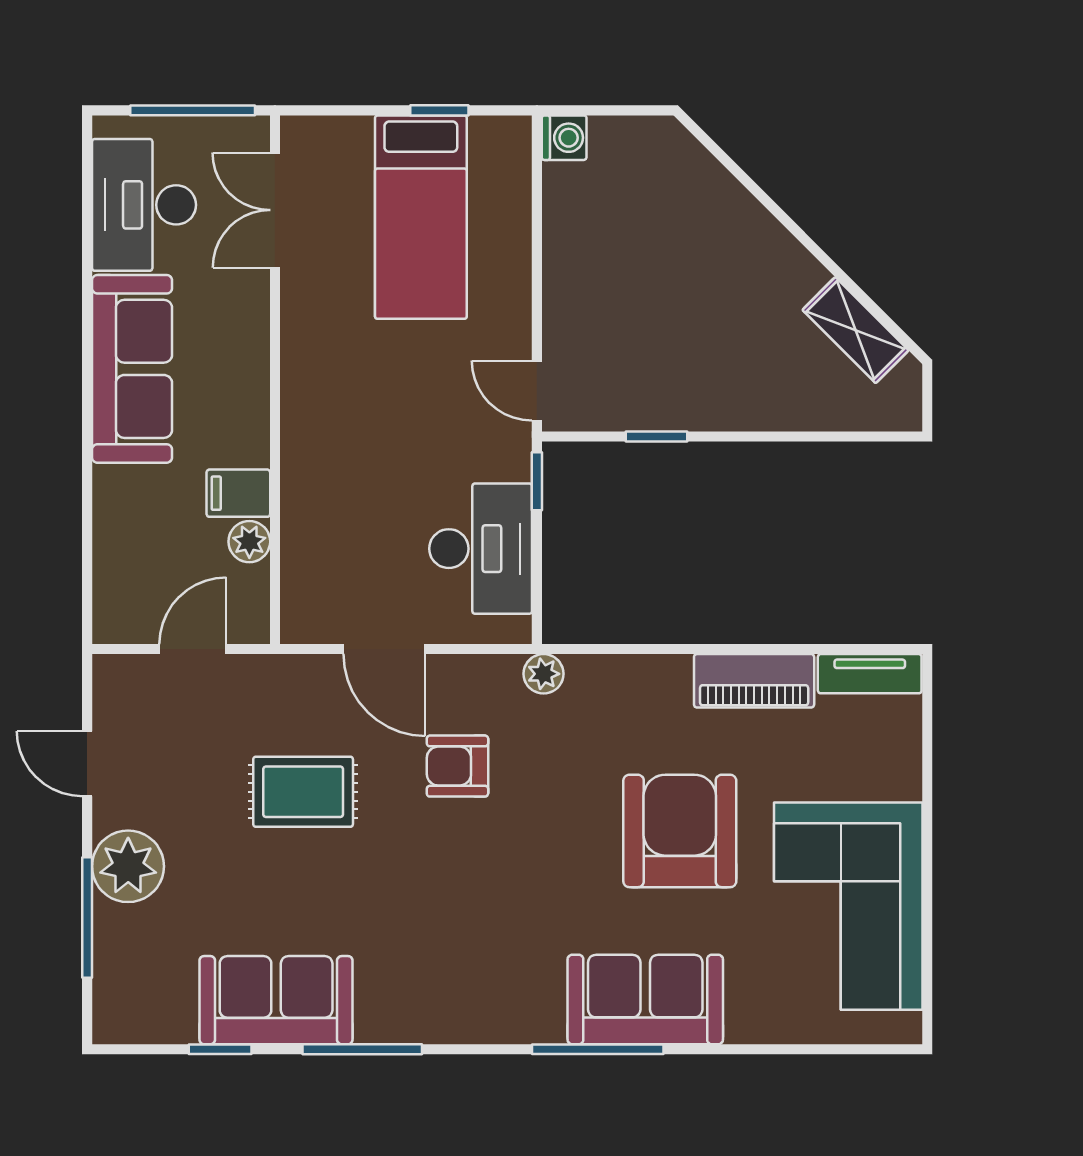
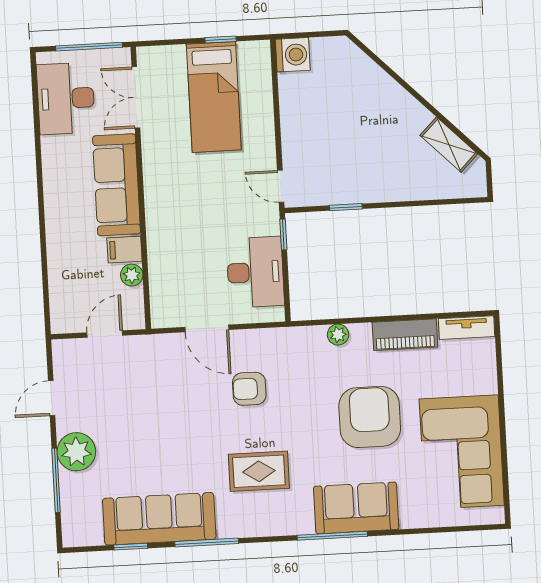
washing machine: (564, 138) -> (293, 55), width x1.38, depth x1.38
sofa: (132, 369) -> (117, 185), moved, turned 180
plant: (544, 674) -> (338, 335), moved
door: (87, 764) -> (52, 398), hinge flipped
rug: (303, 792) -> (259, 471), moved
sofa: (276, 1000) -> (159, 519), width x1.36

